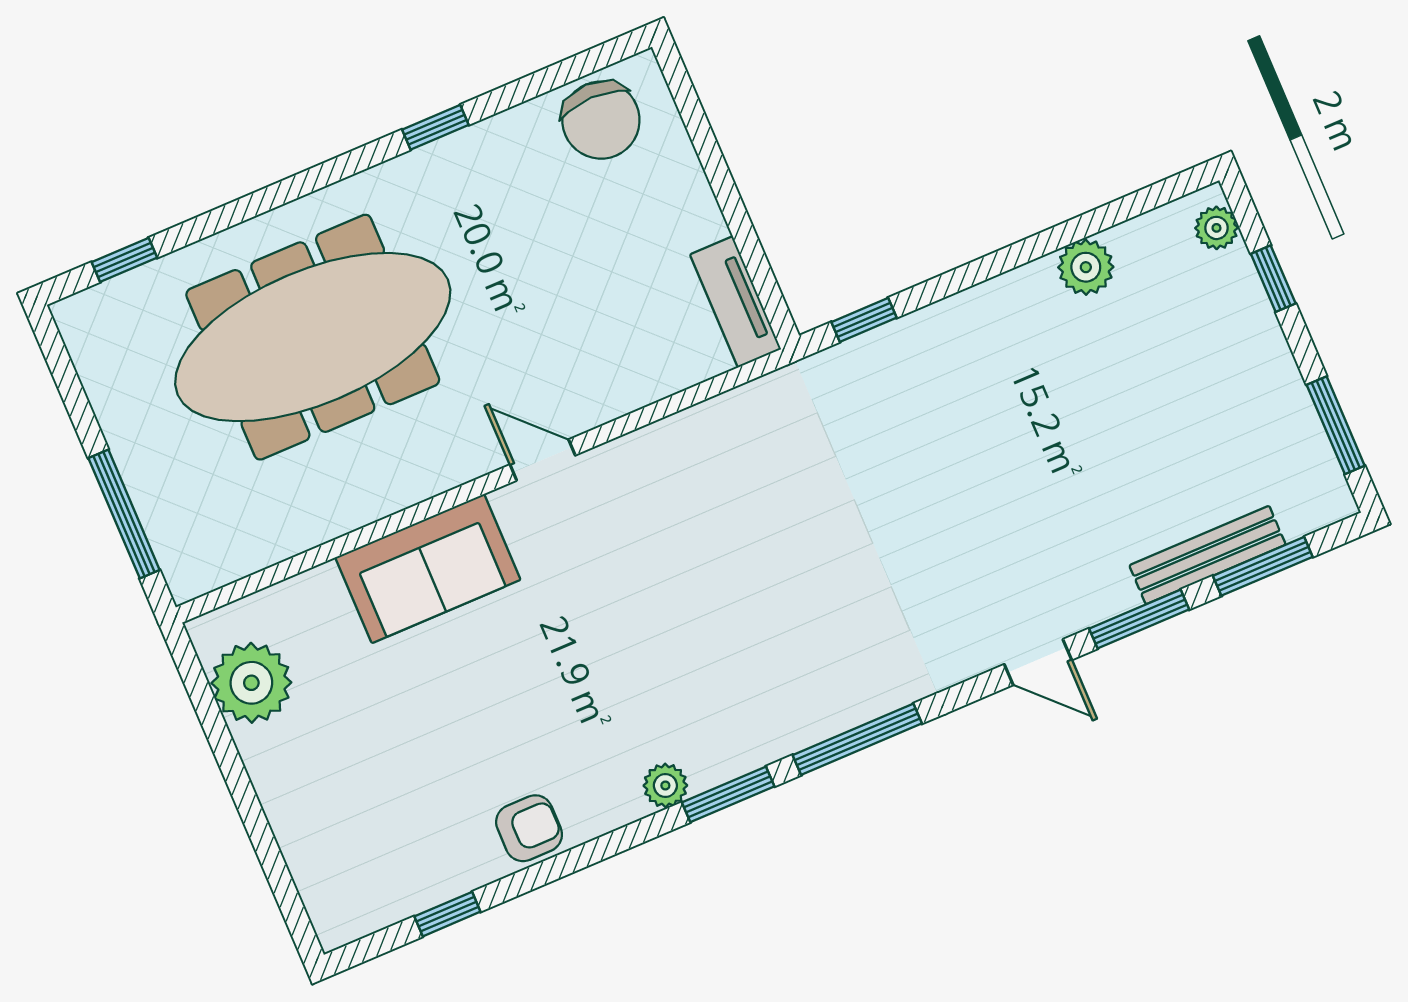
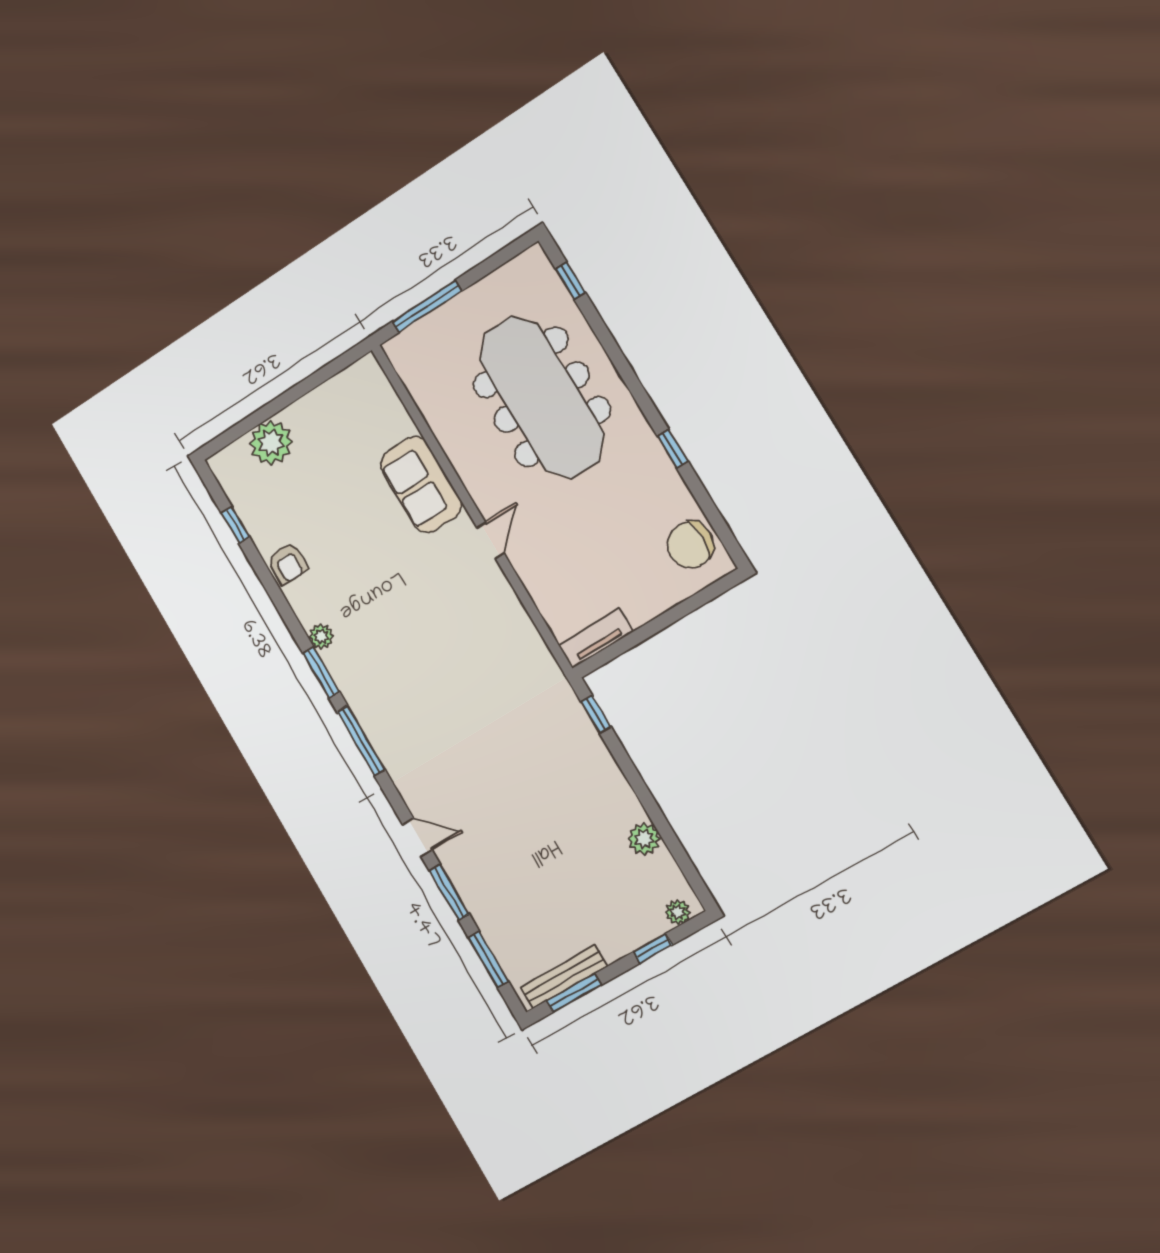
bench: (1207, 555) -> (564, 977), moved, turned 90
door: (1038, 662) -> (417, 838), swing flipped
plant: (251, 683) -> (271, 443), moved

